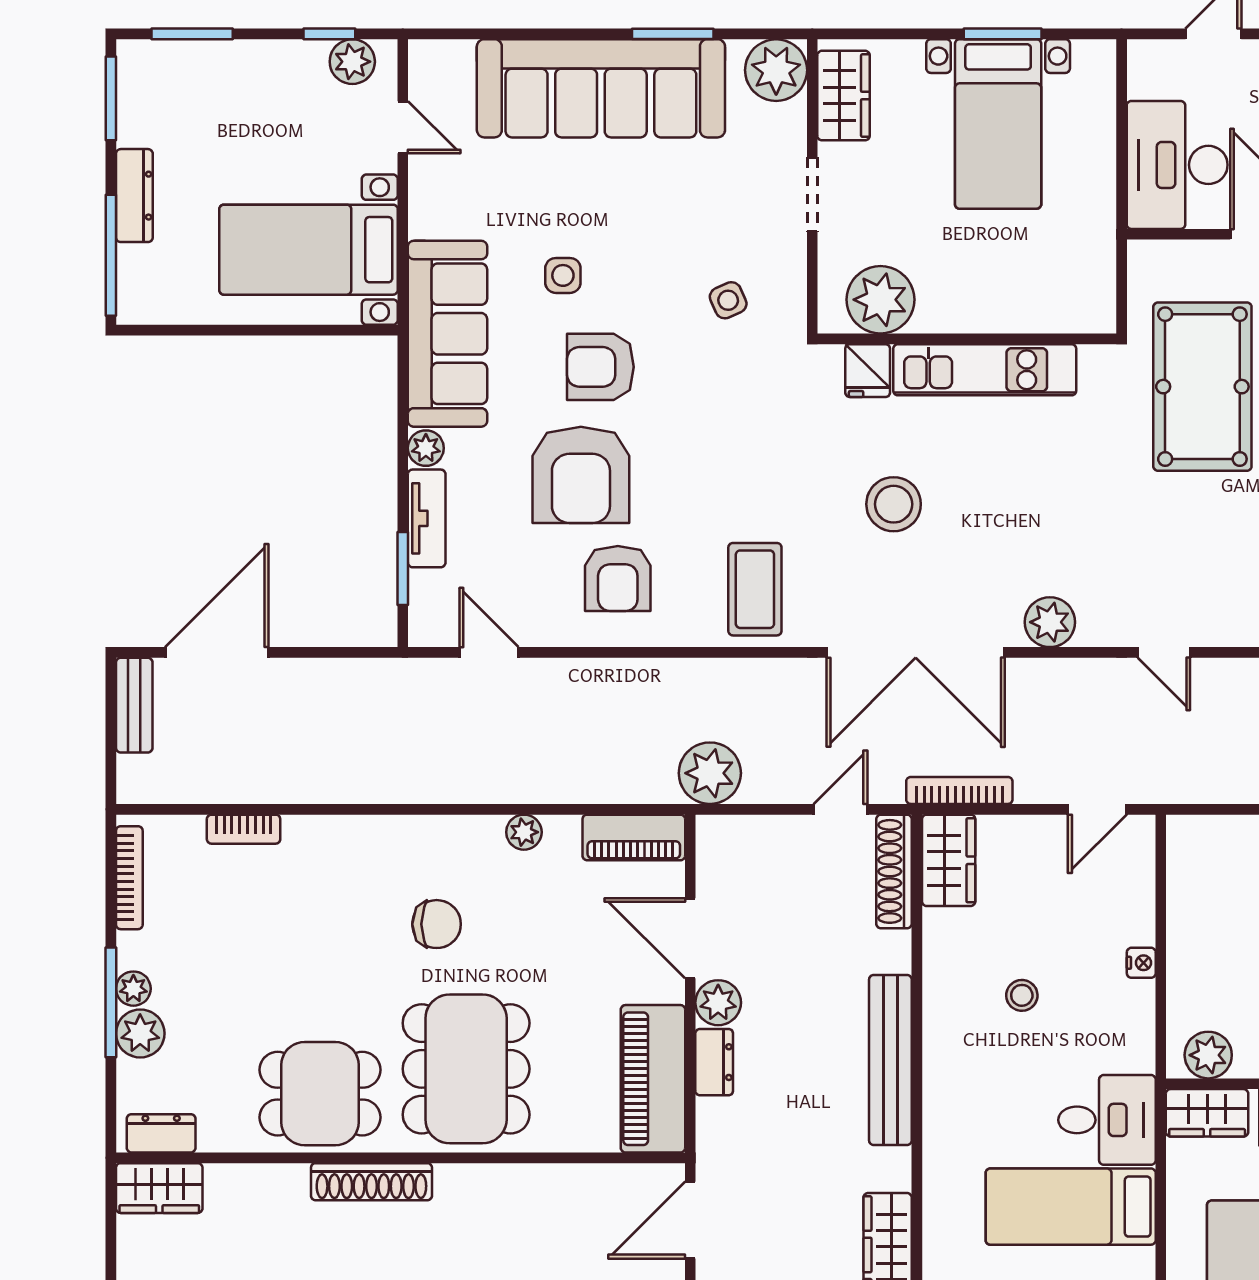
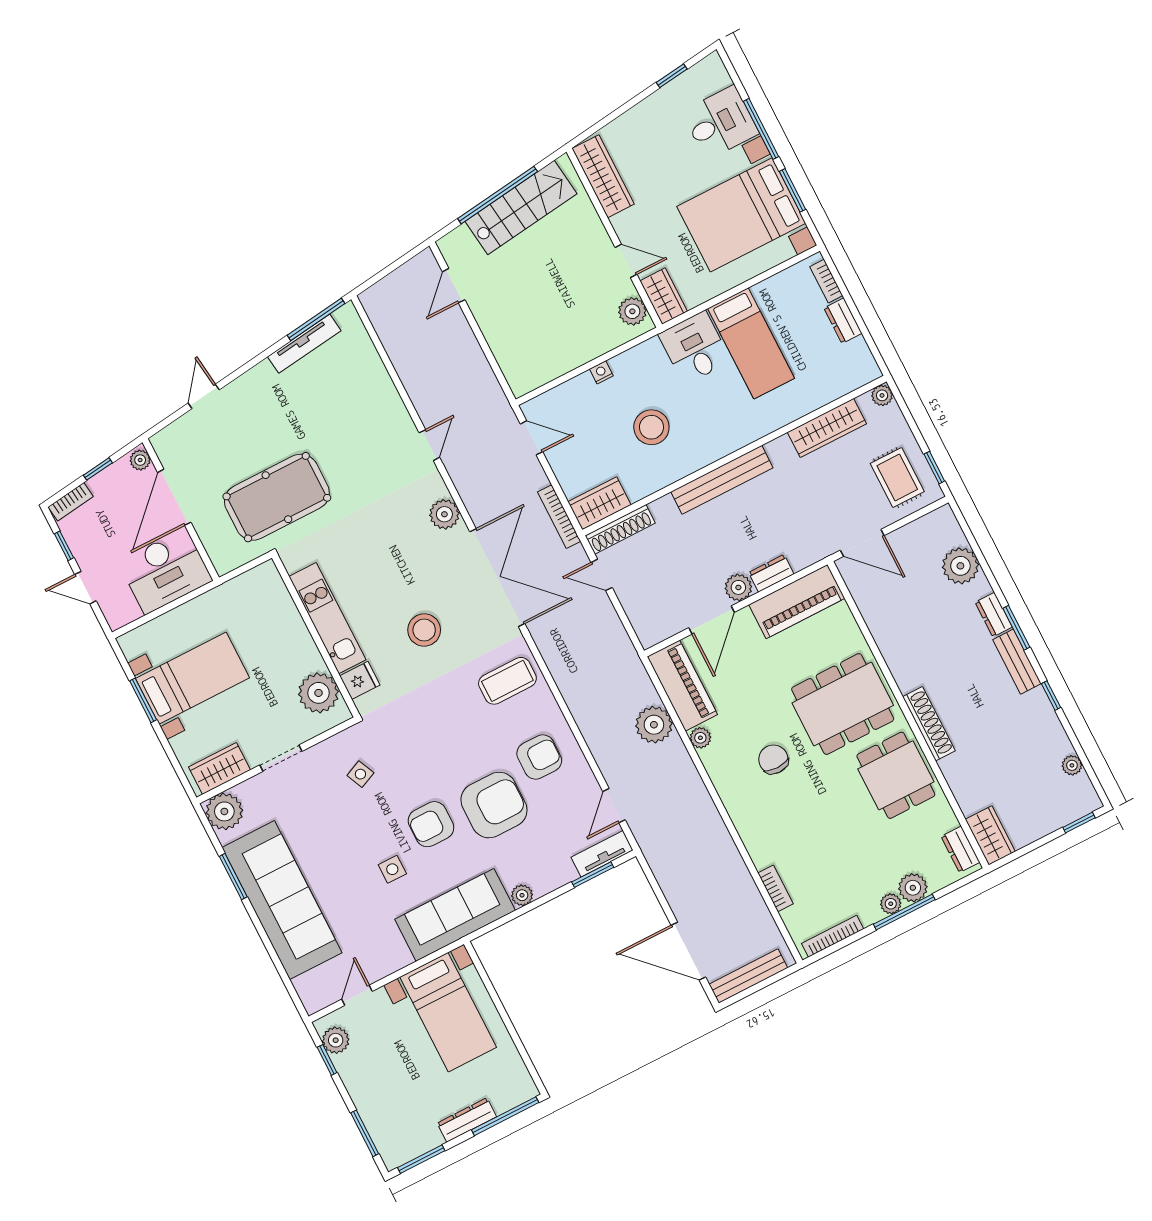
armchair: (600, 367) -> (431, 824), turned 90
tv unit: (427, 518) -> (602, 854), moved
bench: (134, 705) -> (748, 976), width x1.36
plant: (710, 773) -> (654, 725), moved
piano: (634, 837) -> (682, 686), width x1.37, depth x1.33
stool: (1022, 995) -> (651, 427), width x1.89, depth x1.89

